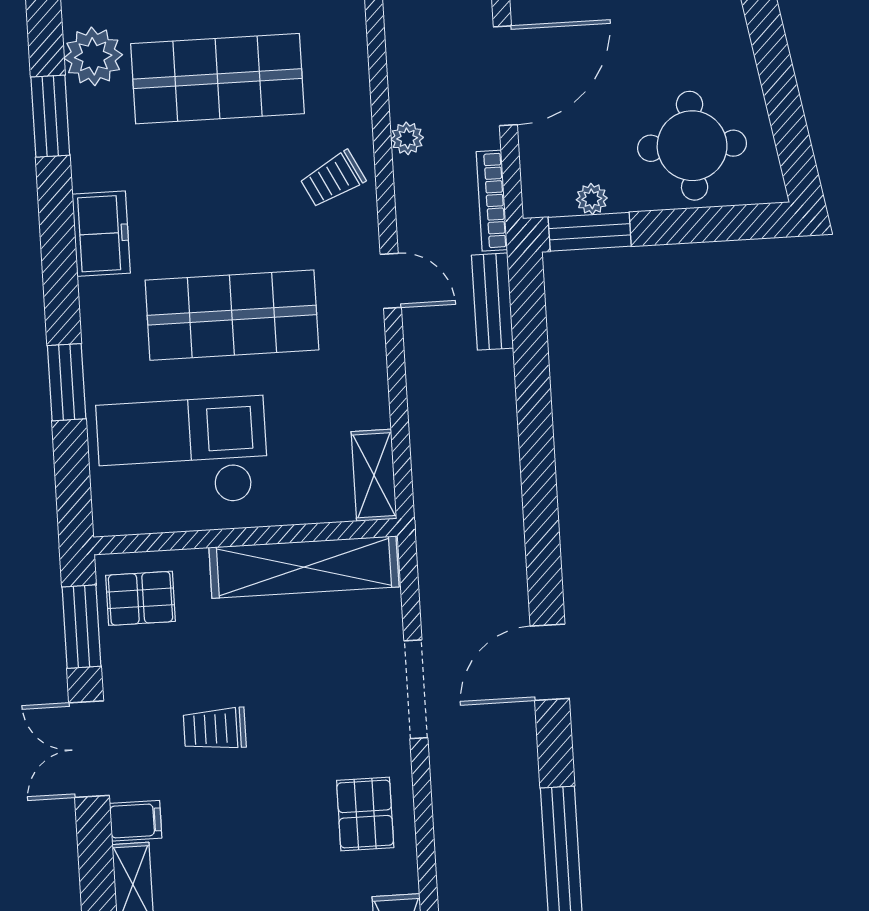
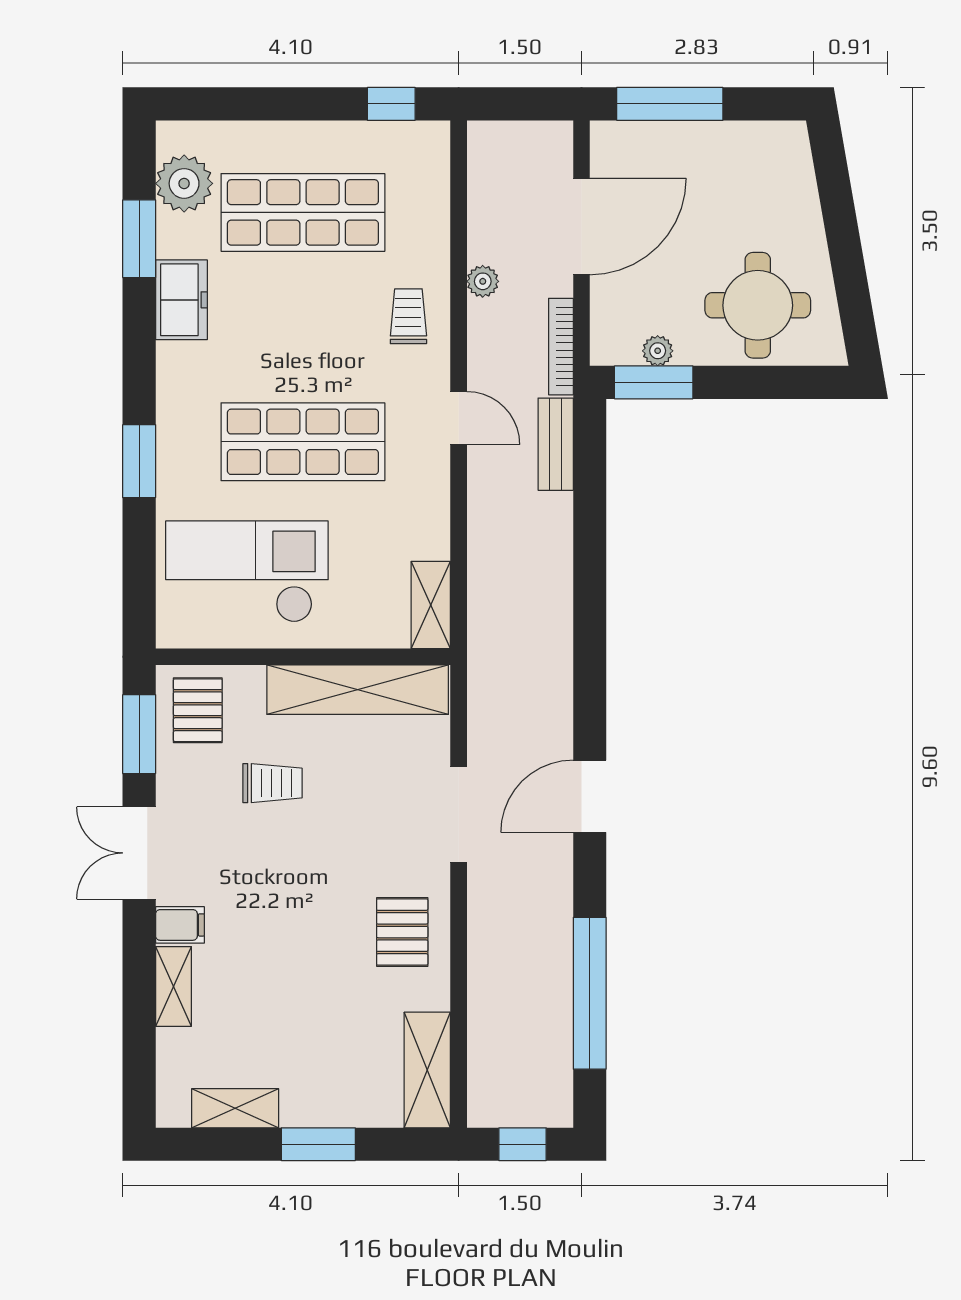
trolley: (333, 179) -> (408, 316), turned 117
freezer: (101, 234) -> (181, 300), moved
window: (67, 382) -> (139, 461), moved
pallet: (140, 598) -> (198, 710), turned 90
trolley: (215, 729) -> (273, 783), moved, turned 180

